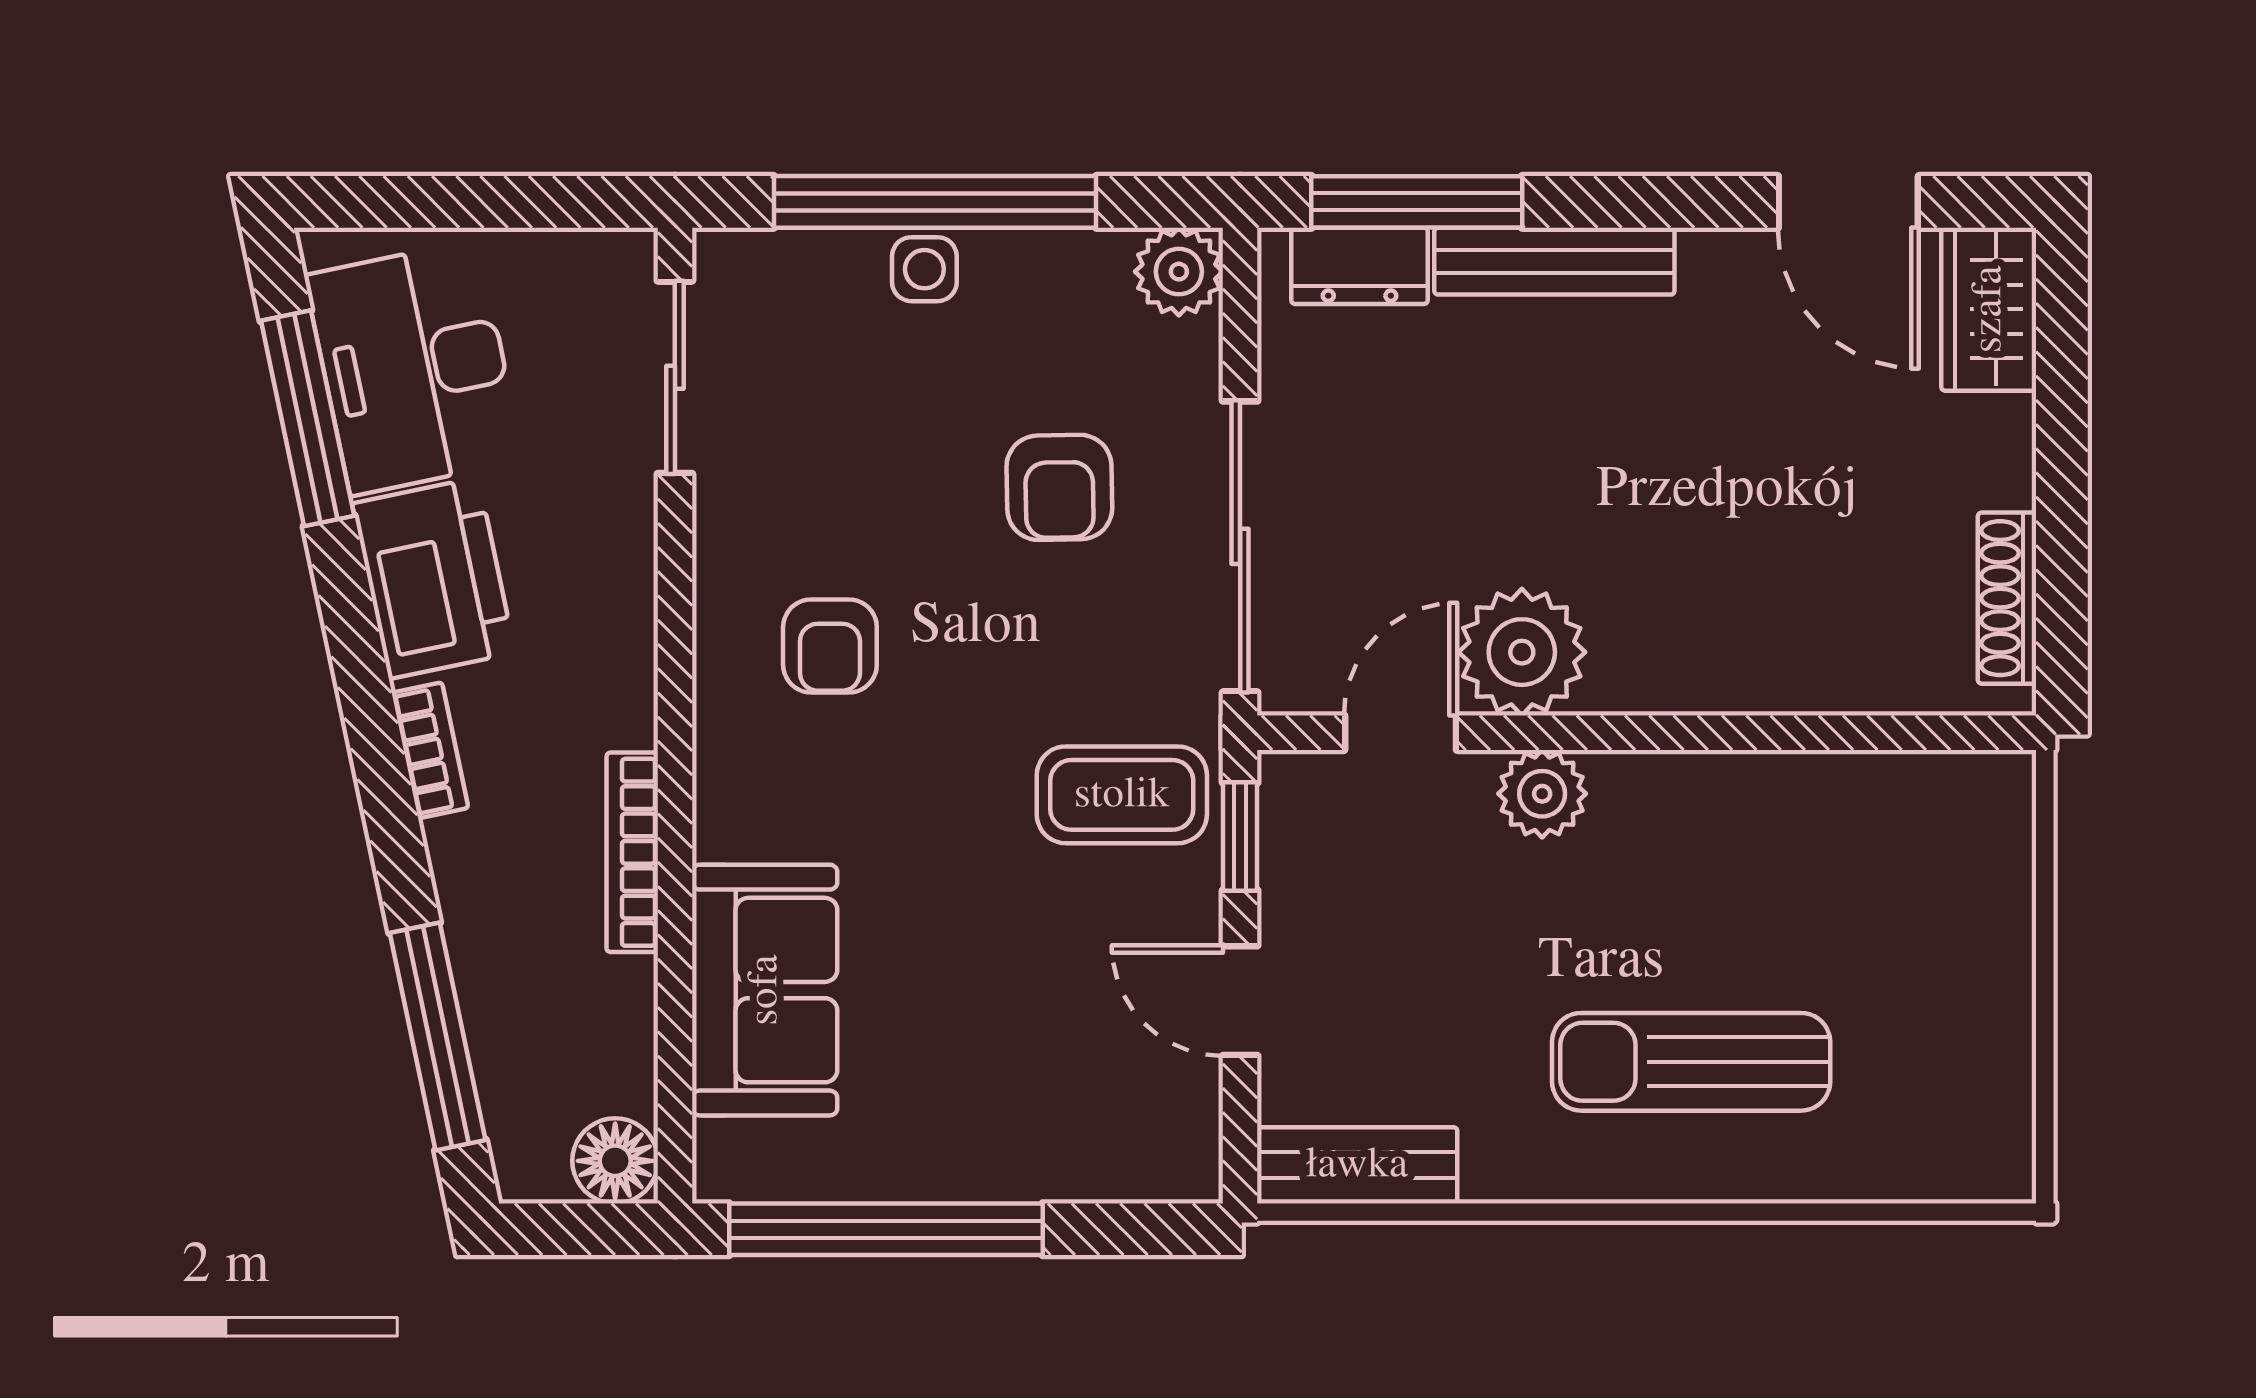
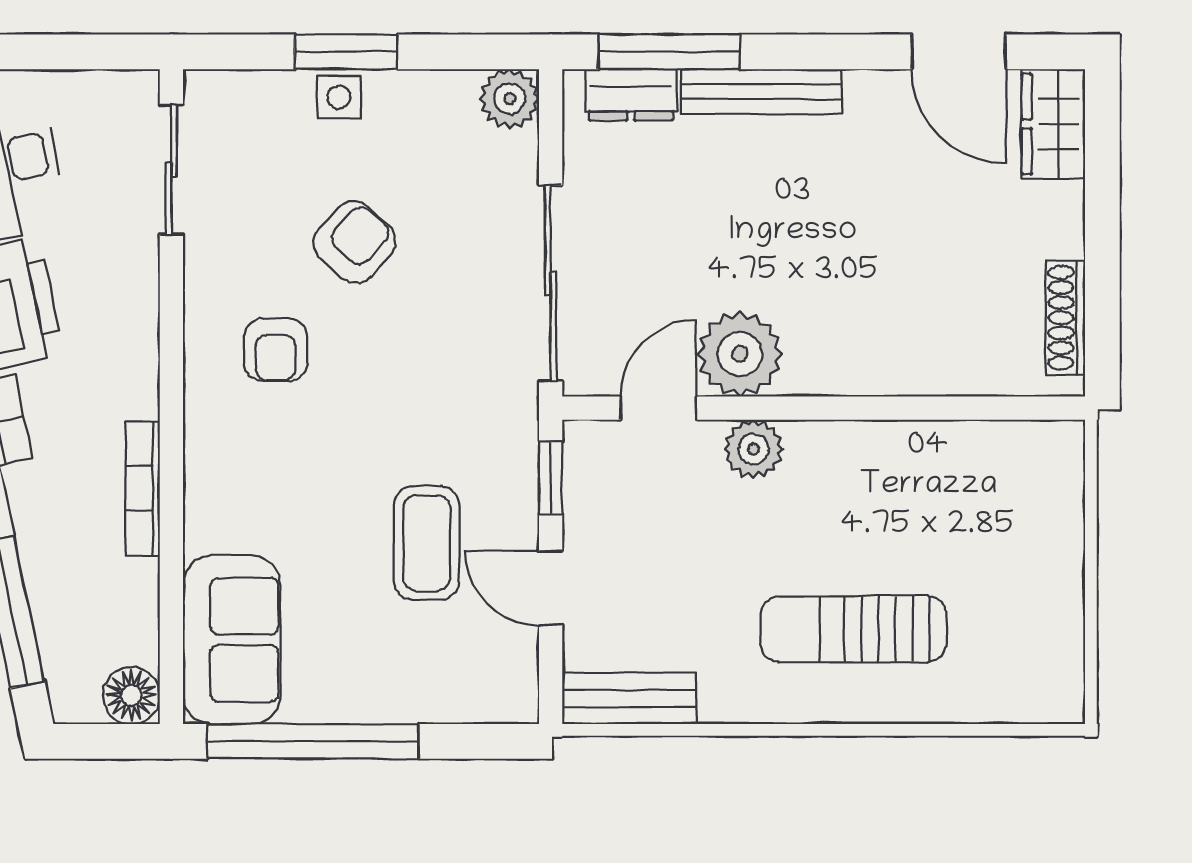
window: (935, 202) -> (346, 52), width x0.47
armchair: (1059, 487) -> (354, 242), moved, turned -137
coffee table: (1122, 795) -> (427, 543), moved, turned 90
sofa: (765, 990) -> (232, 640), moved

